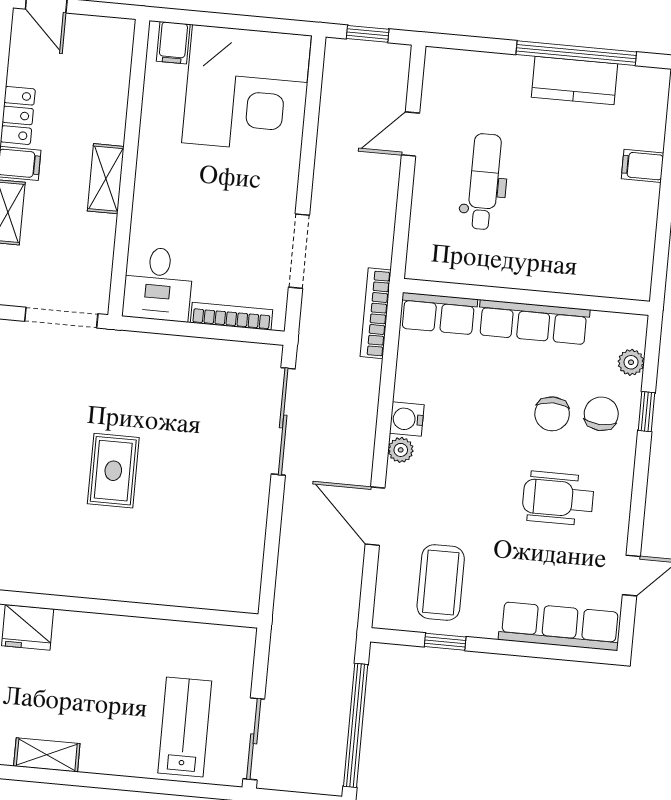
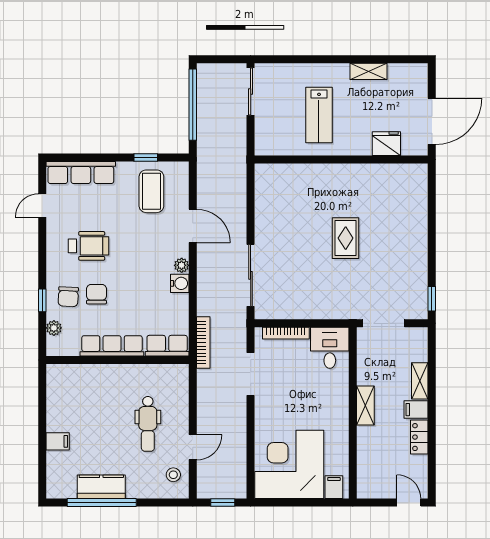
stool: (448, 90) -> (173, 475), added
lab bench: (185, 727) -> (319, 115), moved

